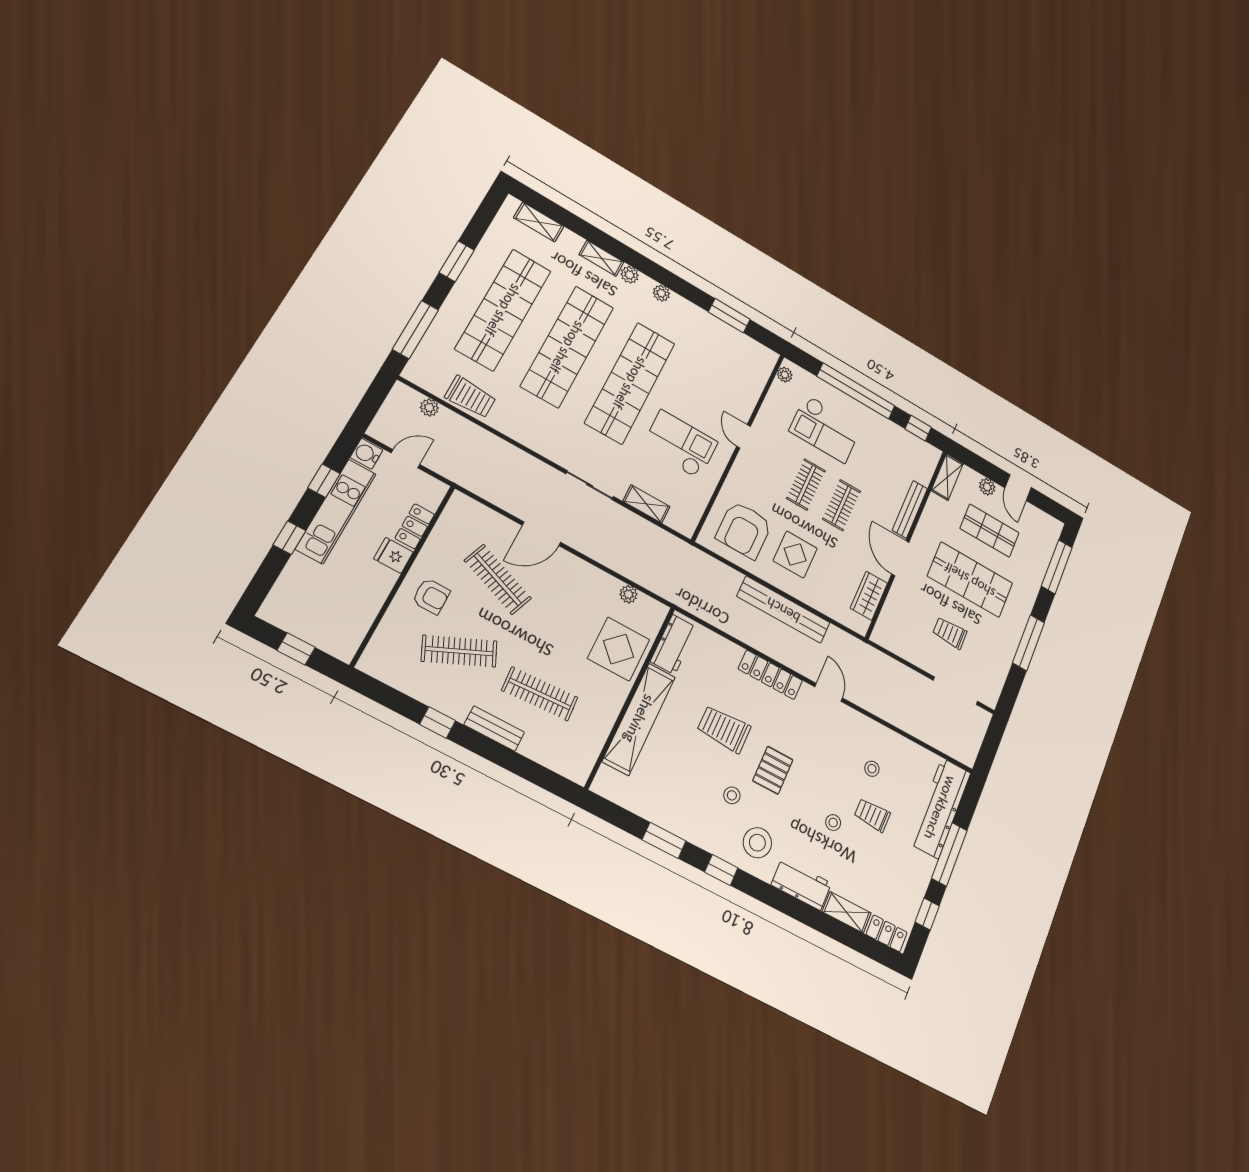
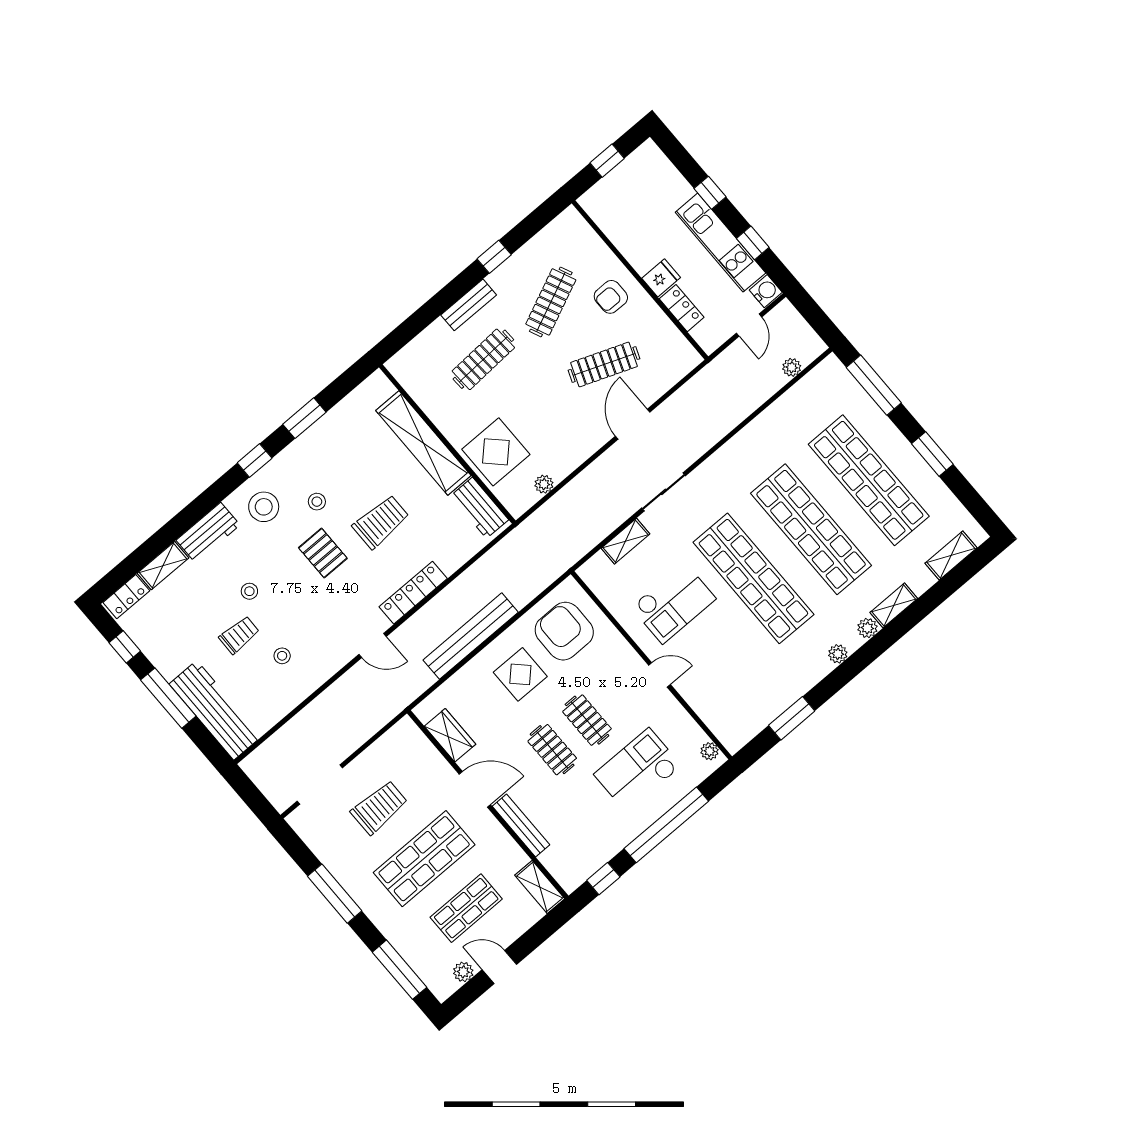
trolley: (470, 397) -> (790, 411), removed
plant: (987, 487) -> (463, 972), moved
trolley: (950, 633) -> (379, 807), width x1.36, depth x1.39

